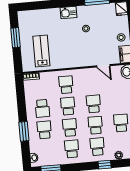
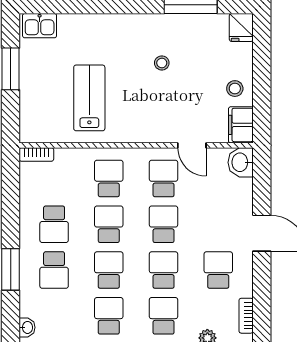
kitchen sink: (69, 13) -> (40, 26), moved
lab bench: (41, 51) -> (89, 98), moved
school desk: (92, 82) -> (164, 178), added
school desk: (44, 130) -> (54, 270), turned 180

